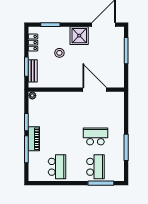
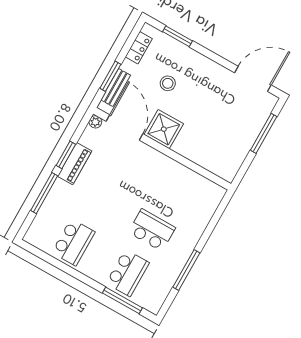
shower: (79, 36) -> (164, 129), moved
door: (95, 90) -> (125, 127), moved
piano: (34, 139) -> (75, 164), moved

